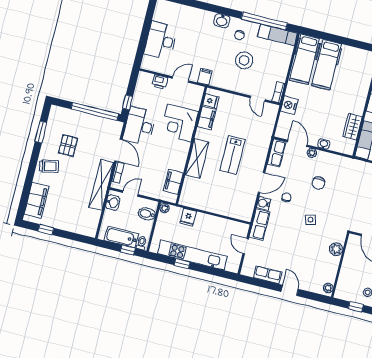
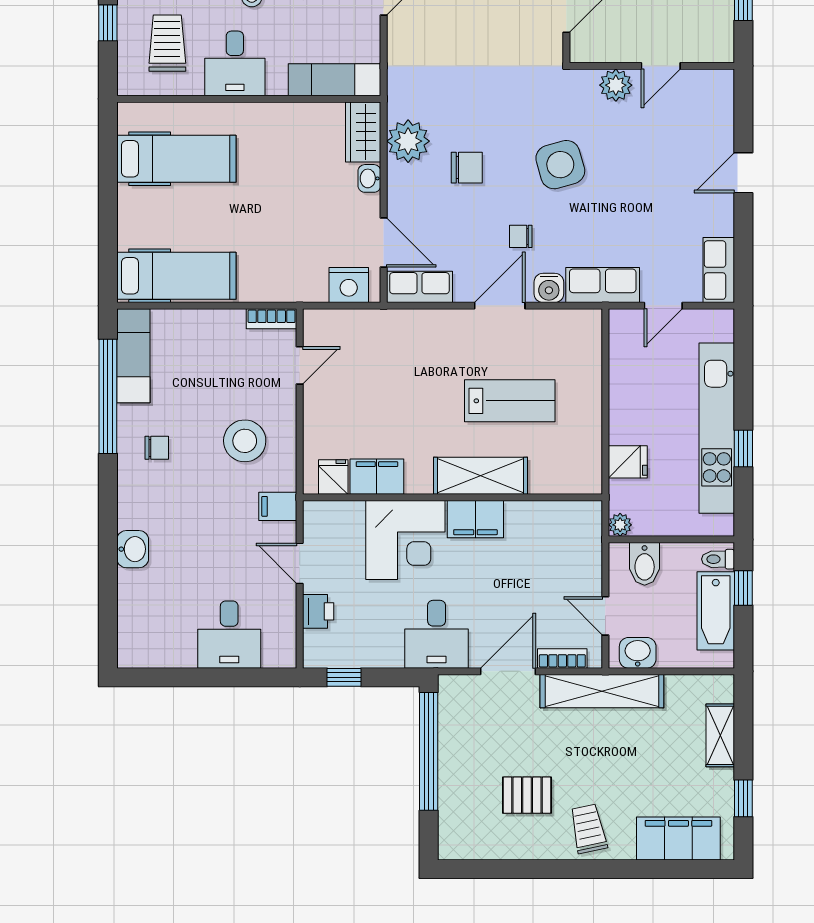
washbasin: (222, 21) -> (133, 549), moved
desk: (161, 41) -> (229, 635), width x0.73
stool: (244, 60) -> (245, 441), moved
hospital bed: (326, 65) -> (176, 159), moved
window: (128, 102) -> (344, 677), moved
nightstand: (289, 105) -> (349, 285), moved
desk: (140, 126) -> (437, 634), width x0.73
wardrobe: (353, 127) -> (363, 132), moved, turned 90
window: (41, 132) -> (511, 869), removed
door: (297, 143) -> (384, 243), swing flipped
plant: (312, 153) -> (408, 141), moved, width x1.87, depth x1.87
lab bench: (233, 155) -> (510, 401), moved
filing cabinet: (173, 182) -> (475, 519), moved
door: (261, 182) -> (500, 306), hinge flipped
side table: (311, 220) -> (560, 165), width x1.87, depth x1.87
shelving: (73, 227) -> (720, 735), added
door: (339, 269) -> (661, 66), added
row of seats: (268, 275) -> (719, 270), moved
plant: (328, 288) -> (714, 81), removed

